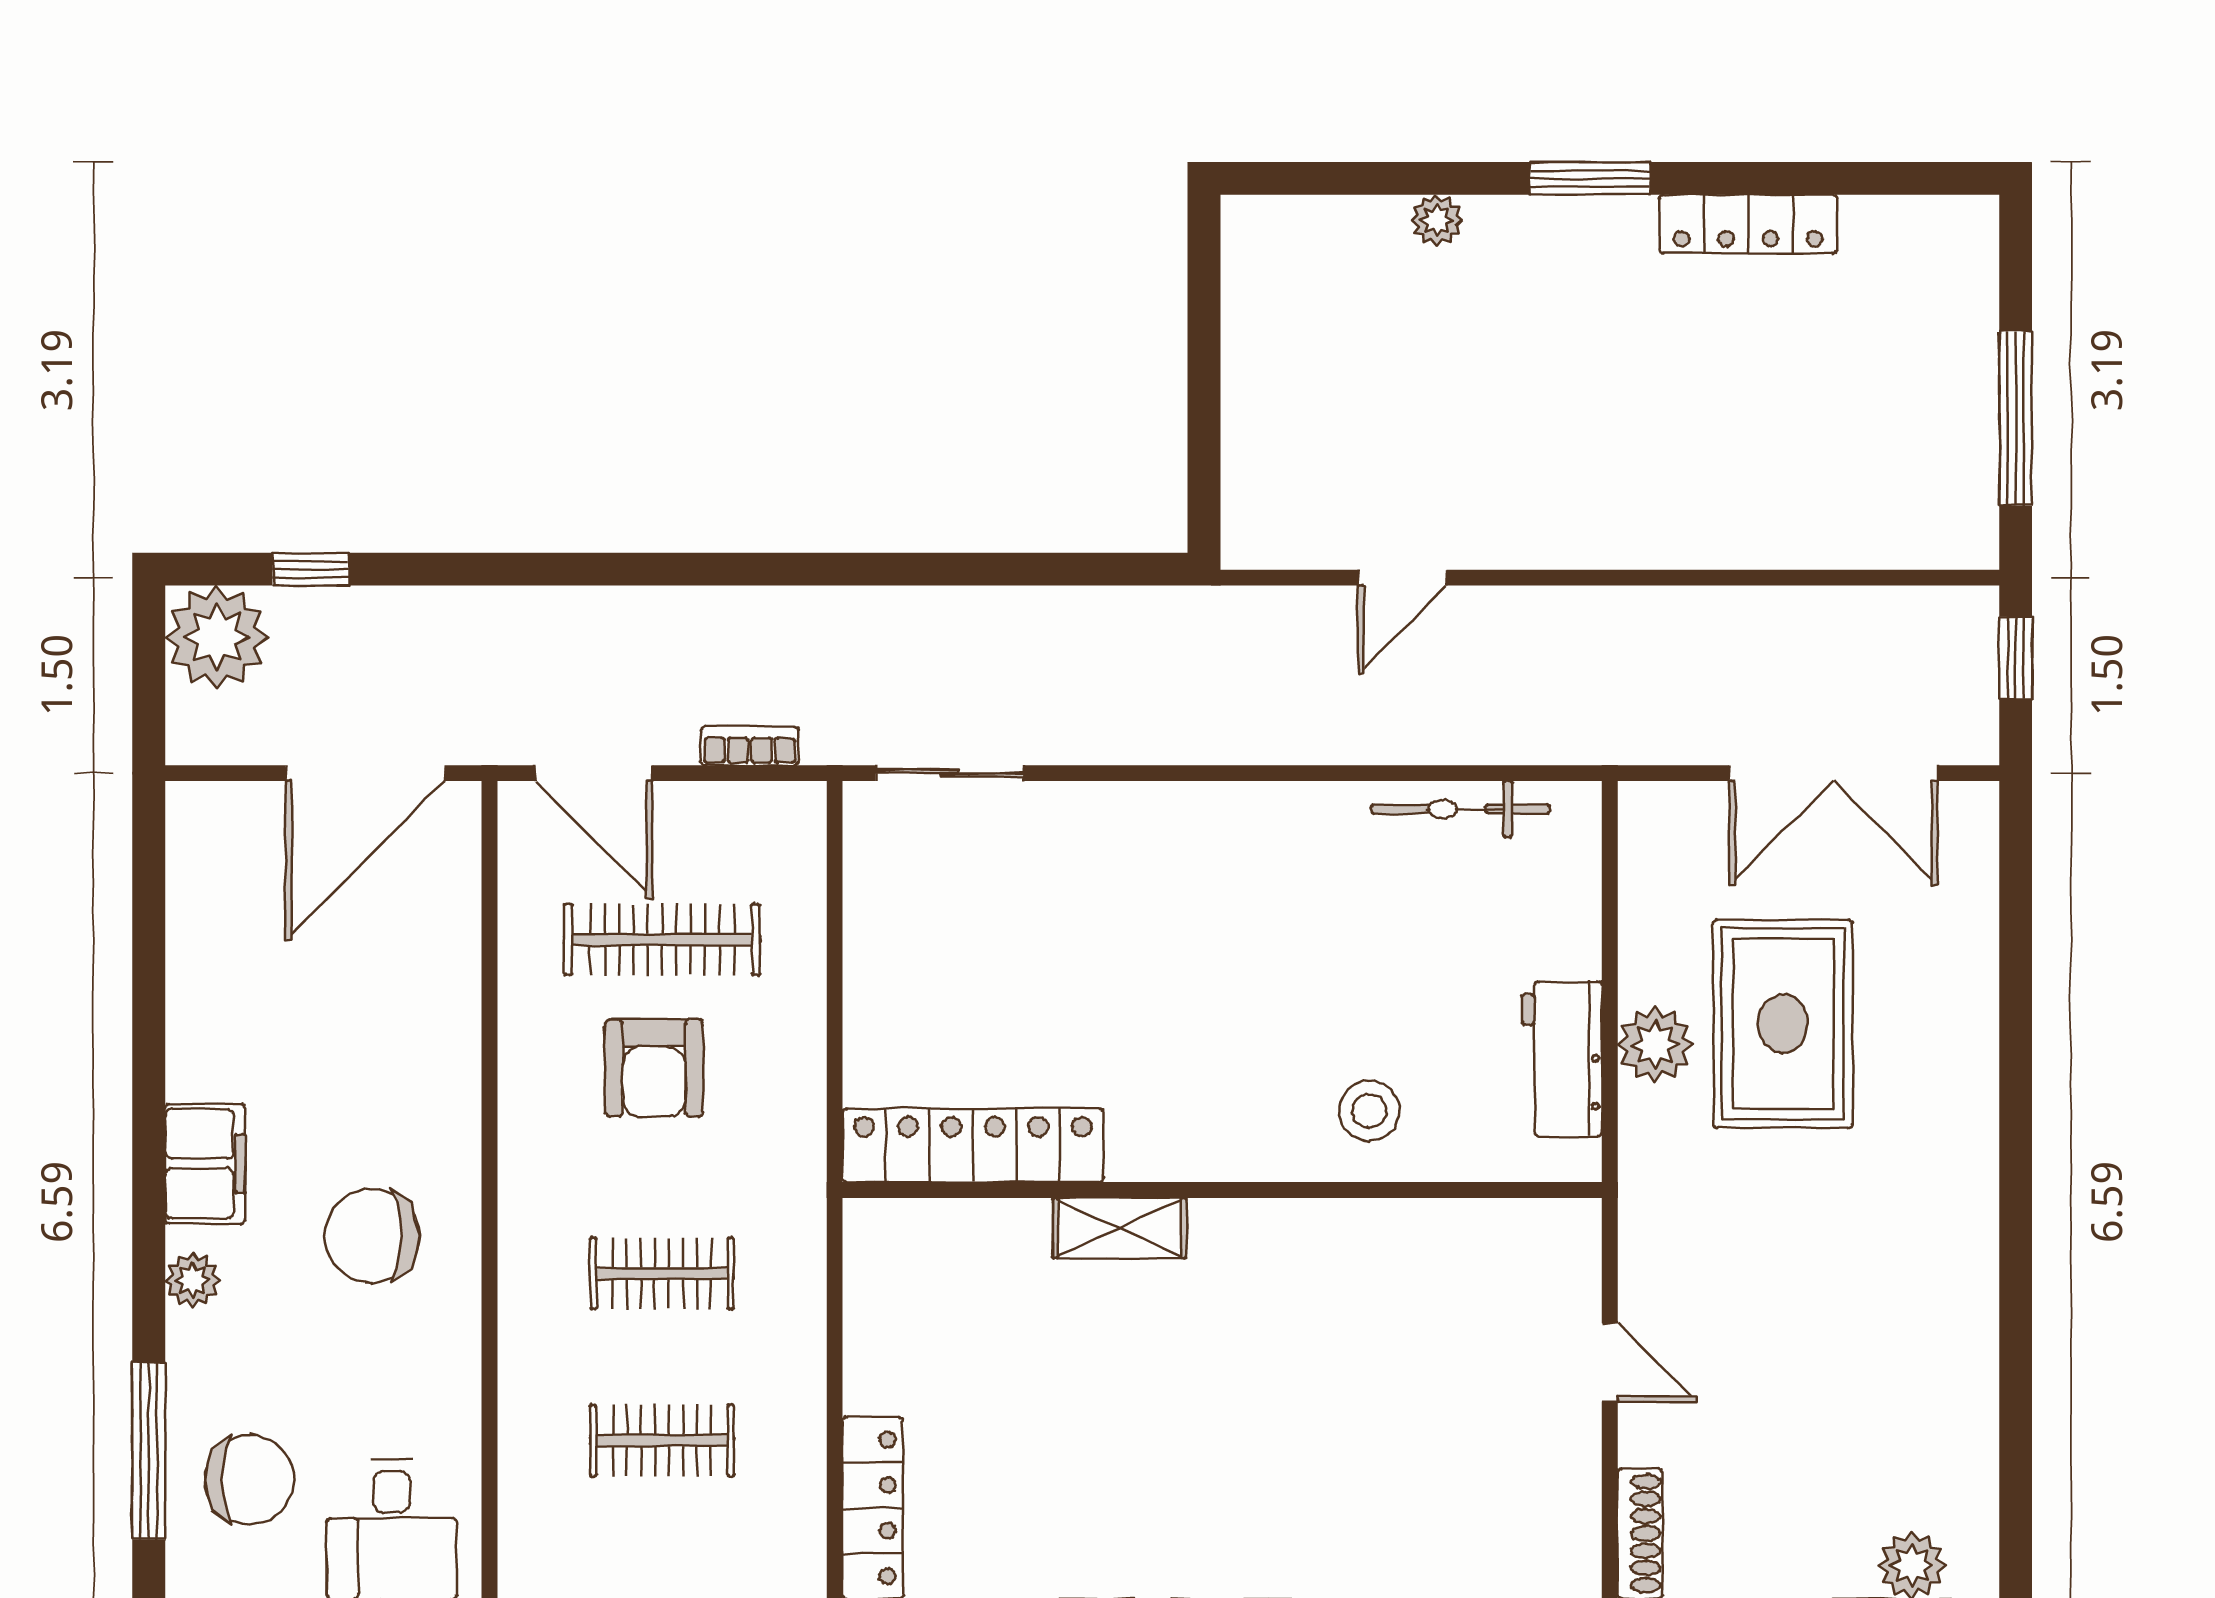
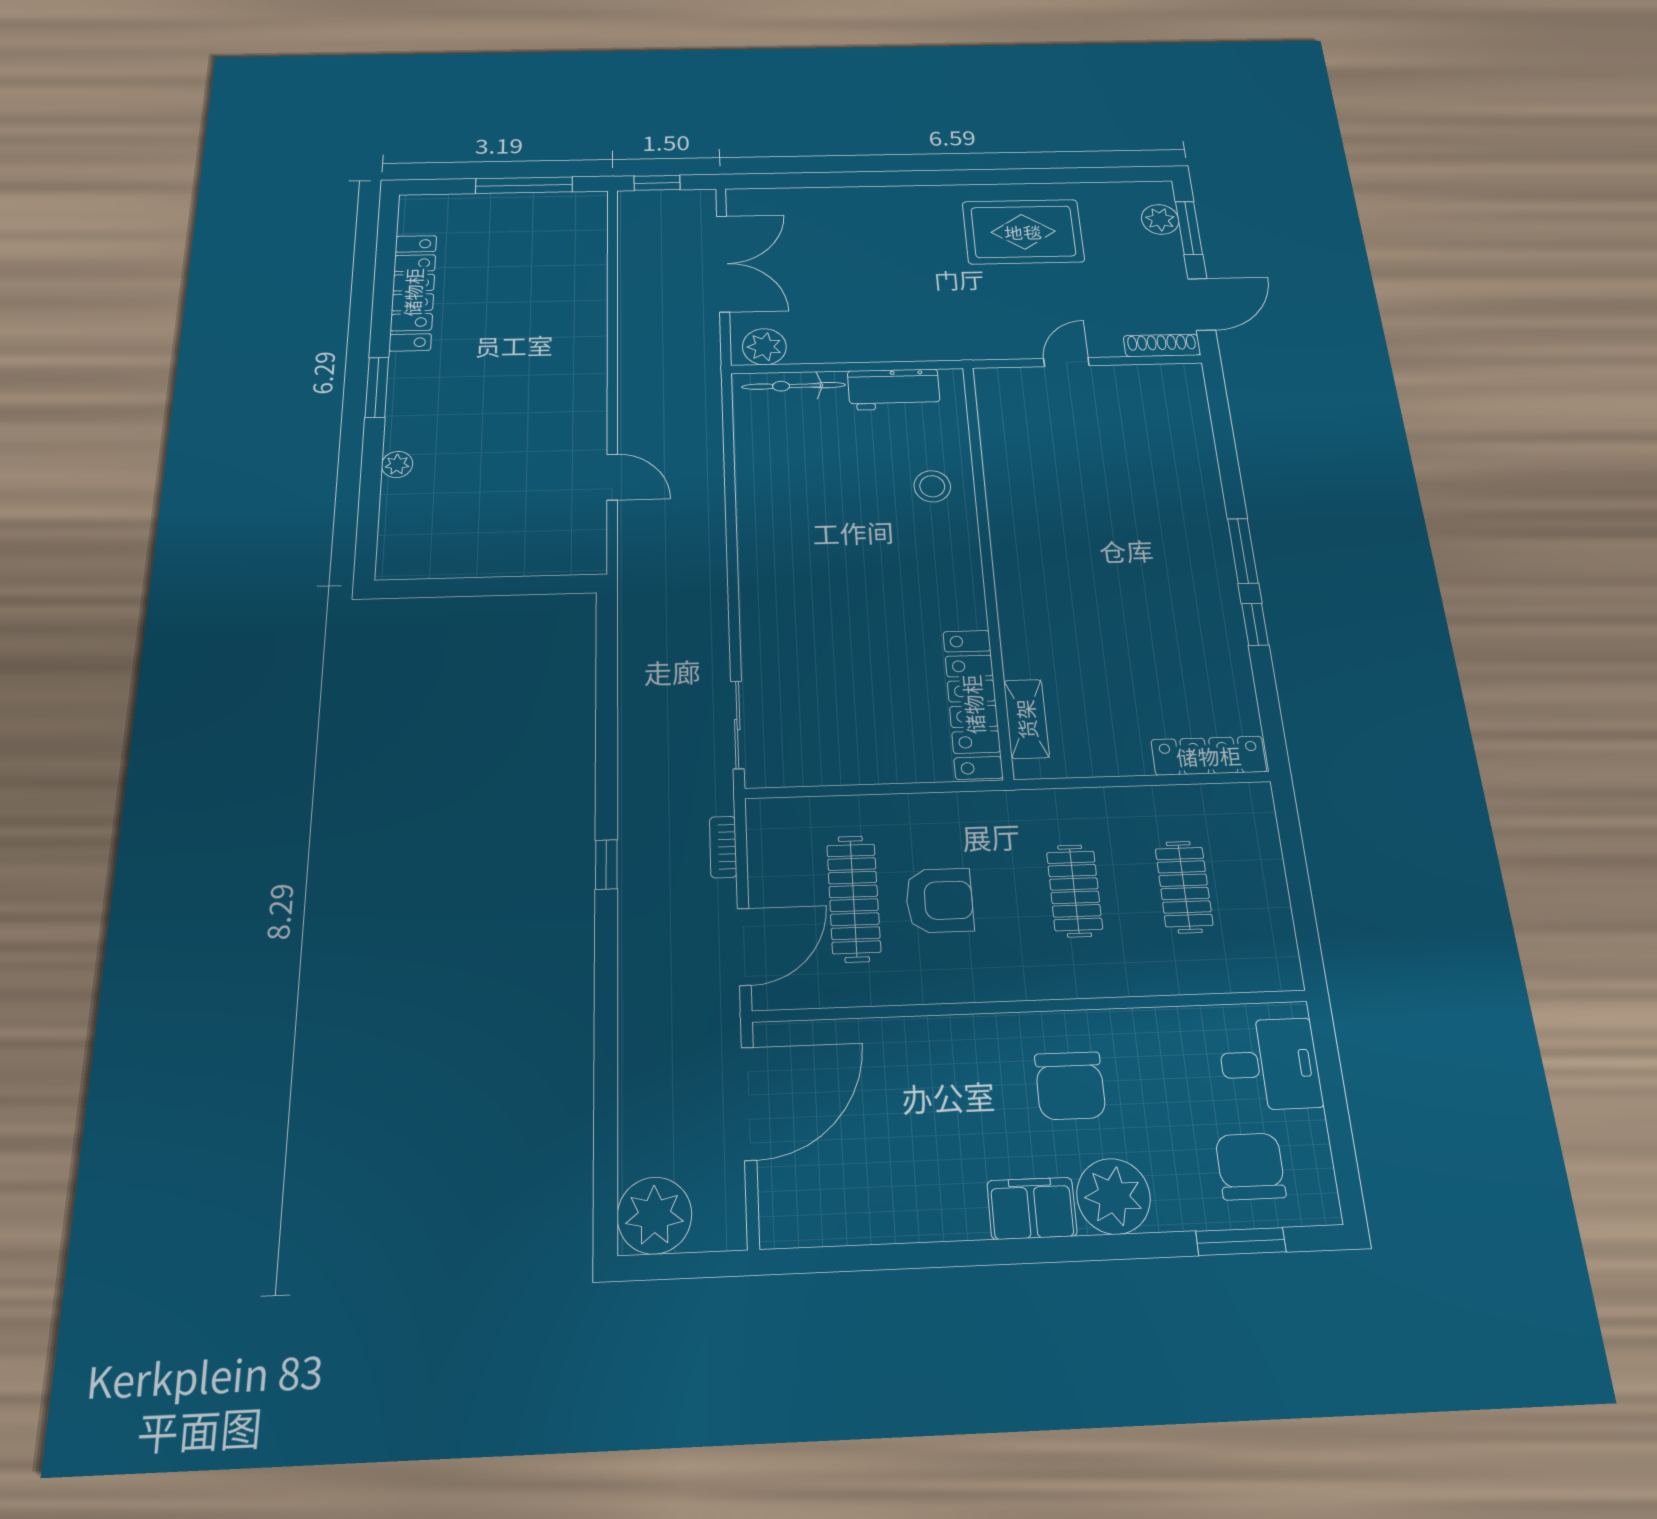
locker: (1748, 224) -> (413, 292), width x1.41, depth x1.21
window: (311, 569) -> (606, 865), moved
door: (365, 773) -> (749, 1103), hinge flipped
bicycle: (1460, 809) -> (793, 386), moved, turned 90
rug: (1783, 1024) -> (1023, 232), moved
plant: (1655, 1045) -> (764, 347), moved
shelving: (1119, 1228) -> (1026, 719), moved
plant: (192, 1280) -> (1114, 1196), width x1.87, depth x1.87
window: (149, 1451) -> (1241, 1242), width x0.69

